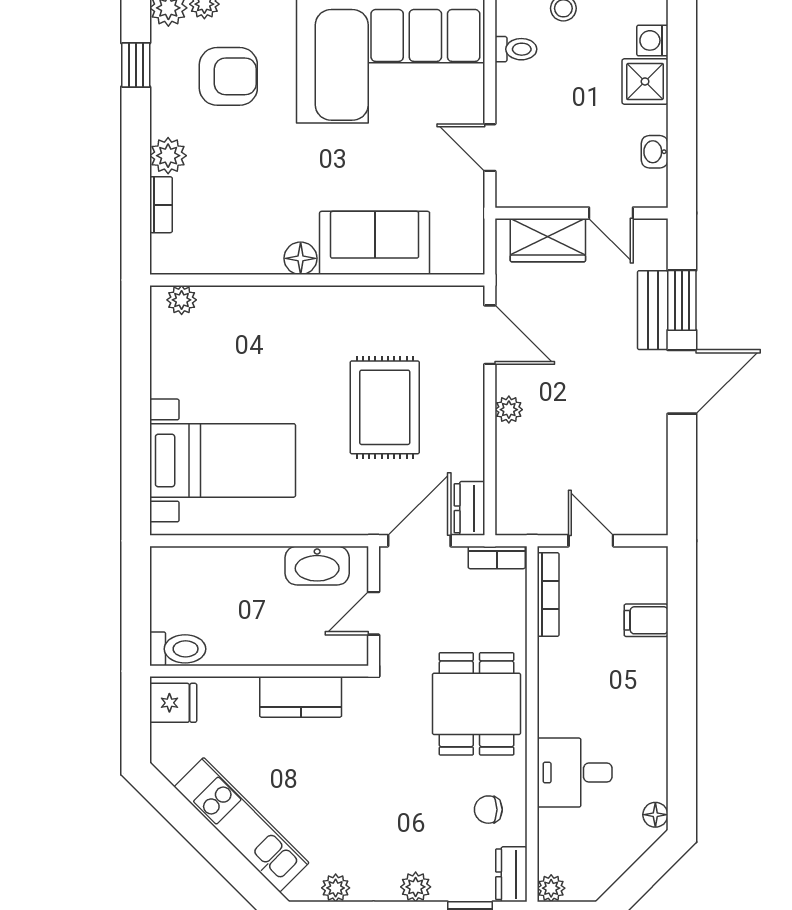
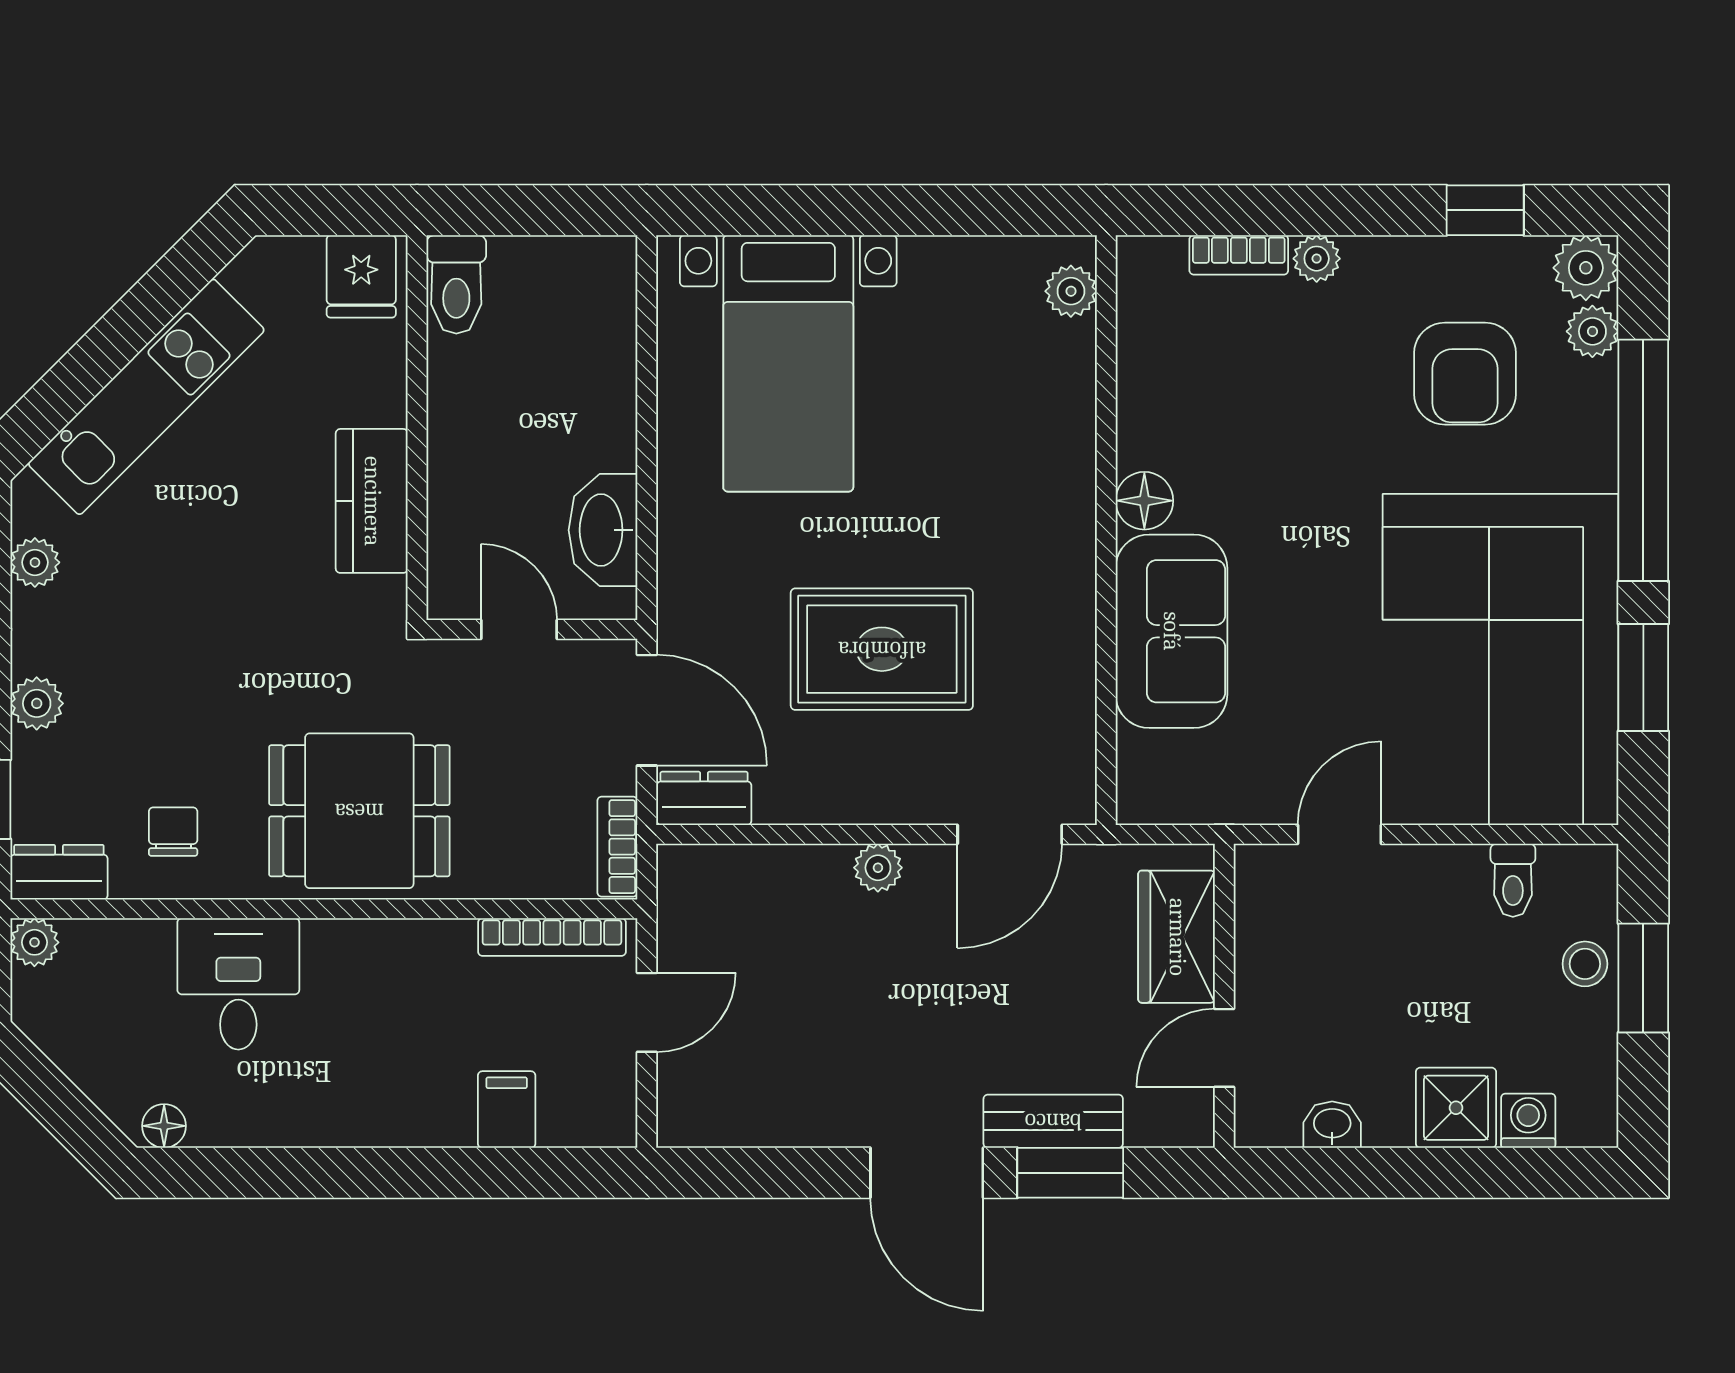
plant: (168, 156) -> (1317, 259), width x0.73, depth x0.73

